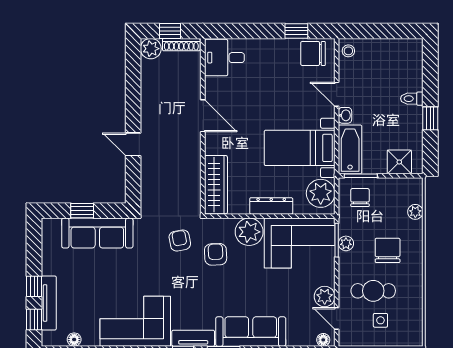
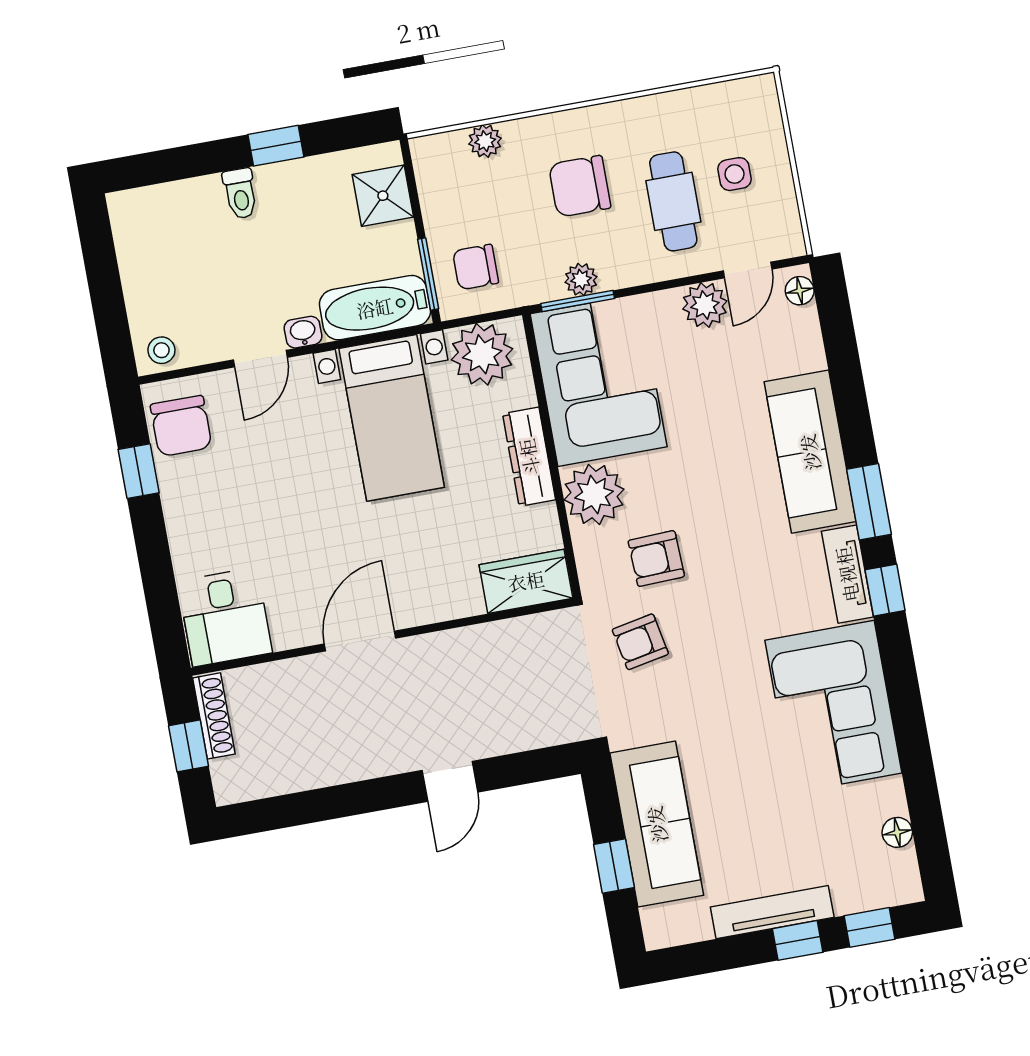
plant: (151, 49) -> (235, 781), removed
wardrobe: (216, 185) -> (526, 581), width x0.67
tv unit: (49, 303) -> (772, 912), moved

